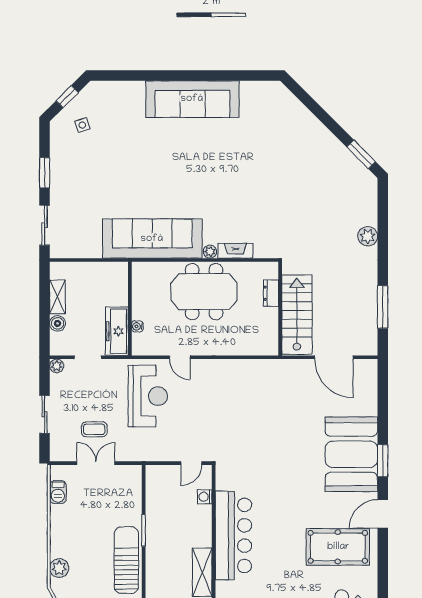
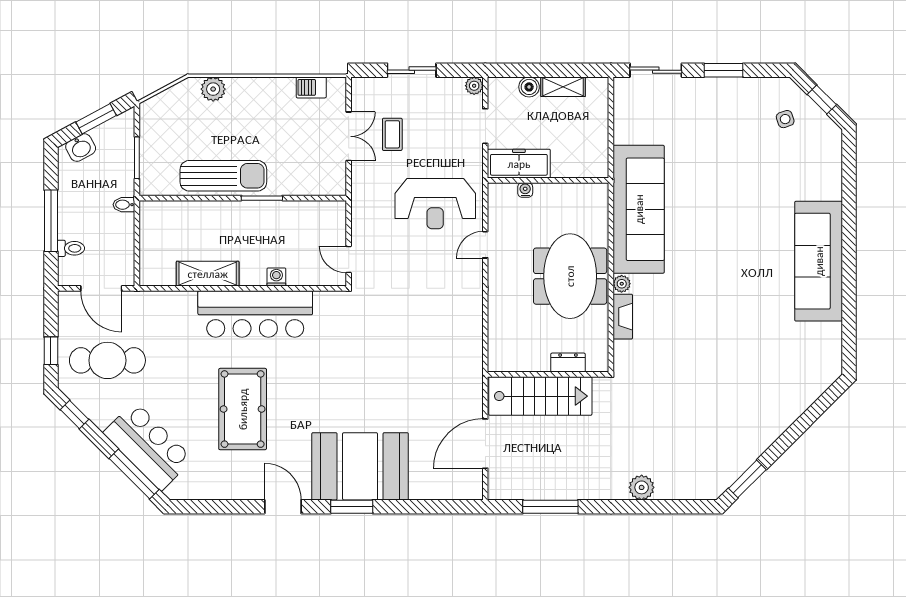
washing machine: (205, 497) -> (276, 277), moved
pool table: (338, 547) -> (243, 409), moved

